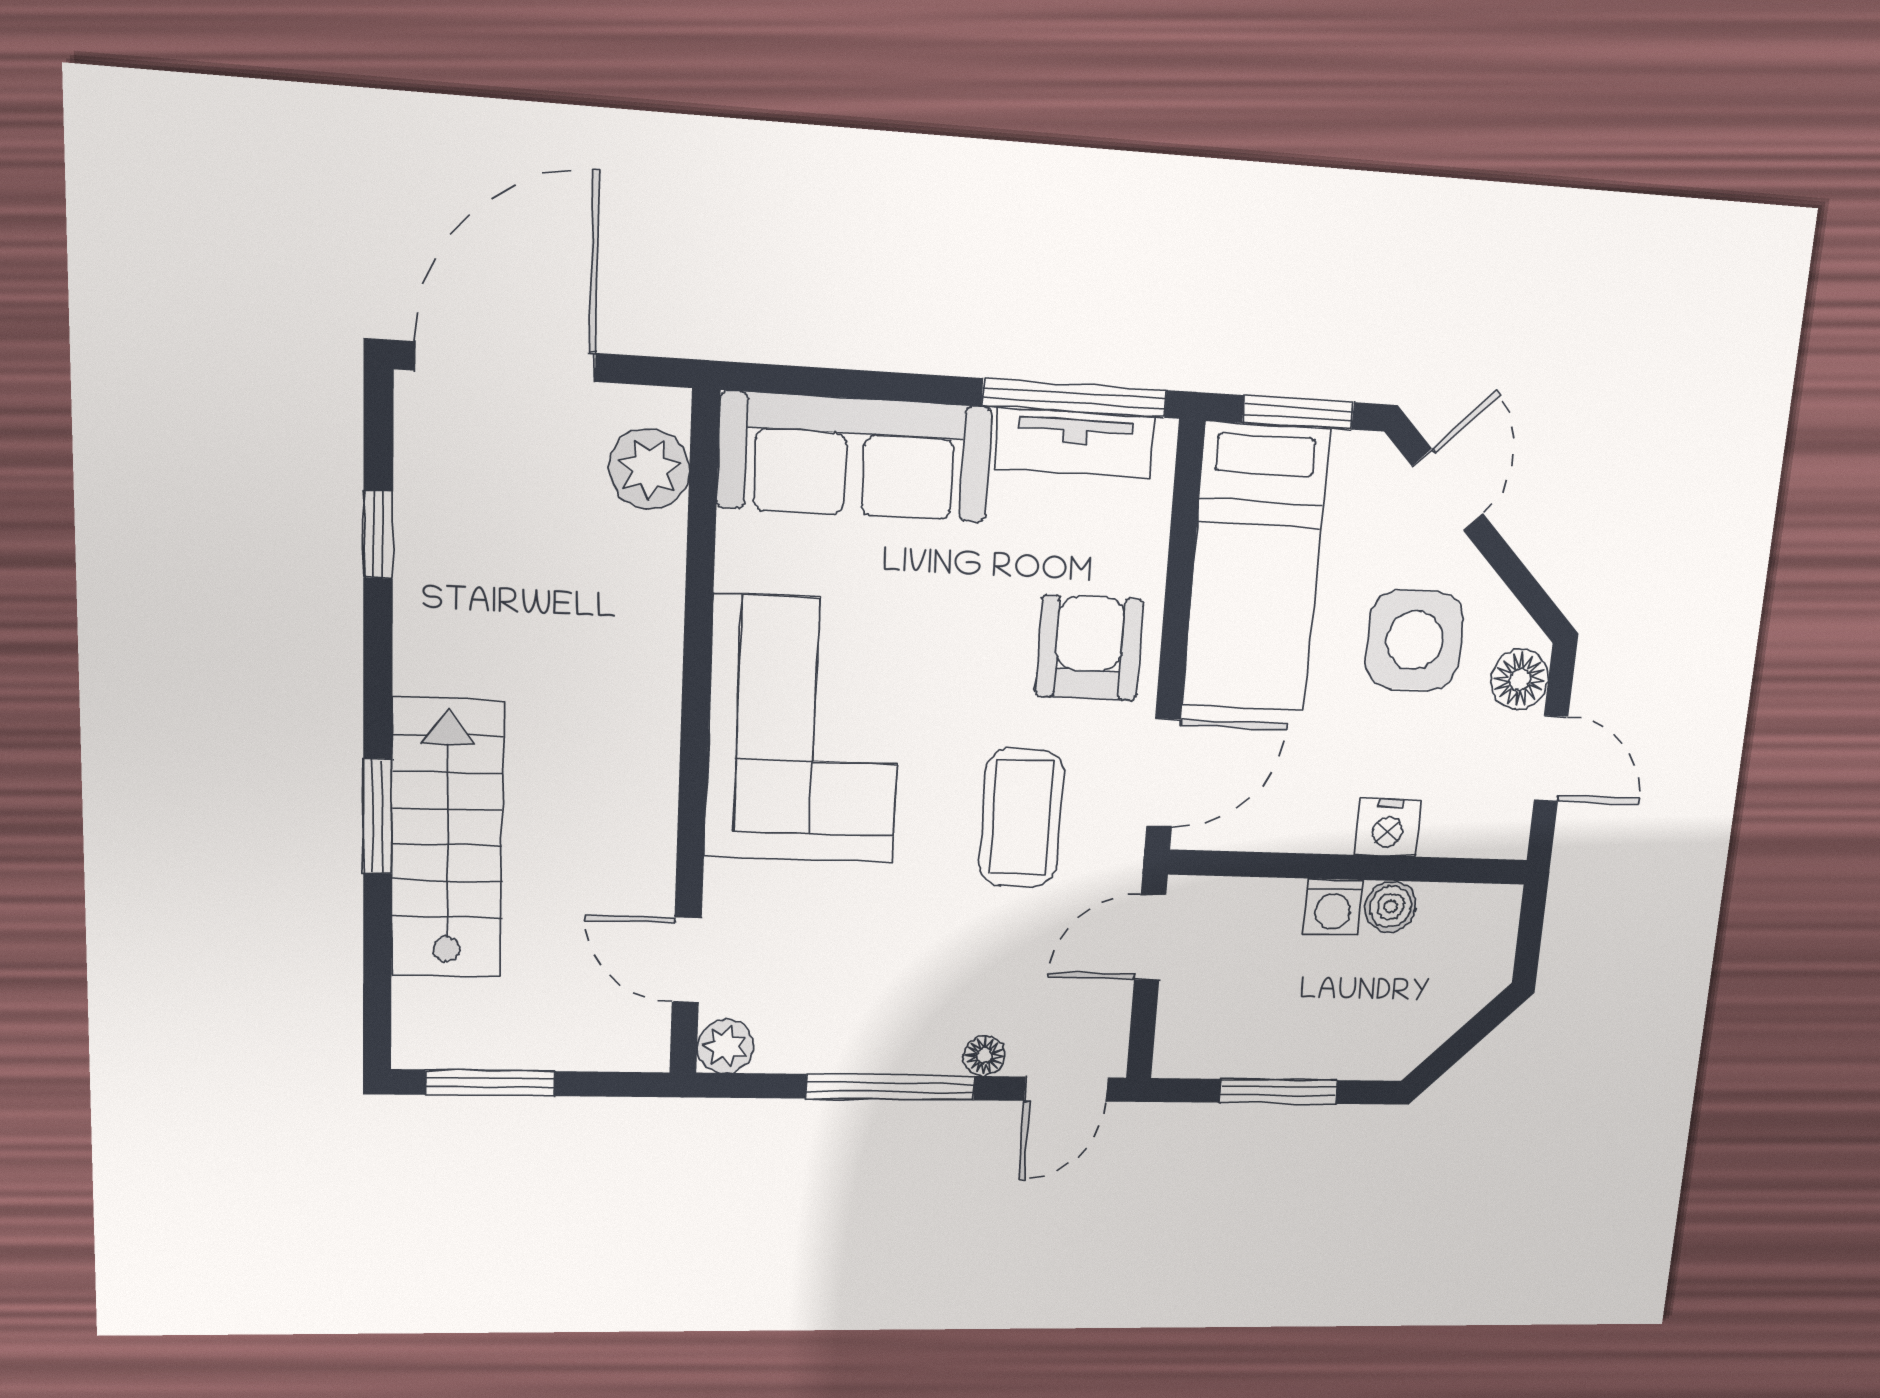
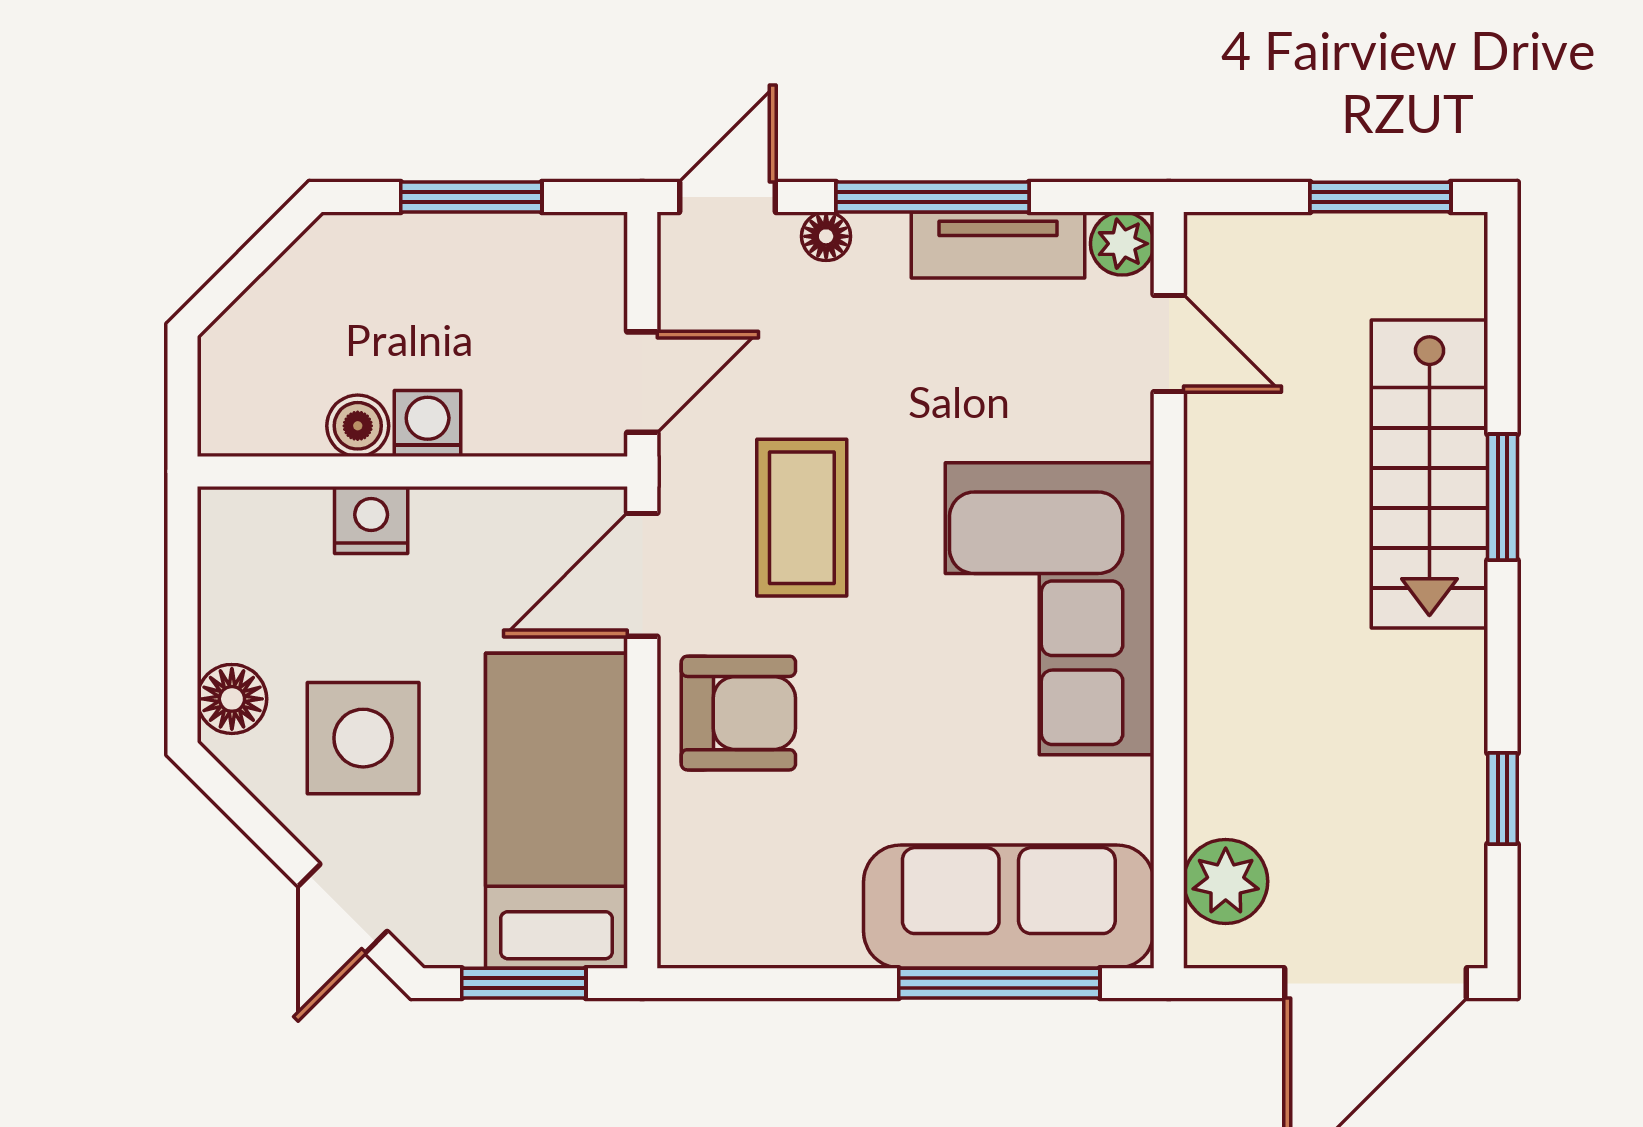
window: (1075, 398) -> (999, 983), moved
tv unit: (1075, 443) -> (998, 245), moved, turned 180
armchair: (1089, 648) -> (738, 713), turned -90
door: (1551, 759) -> (182, 608), removed

